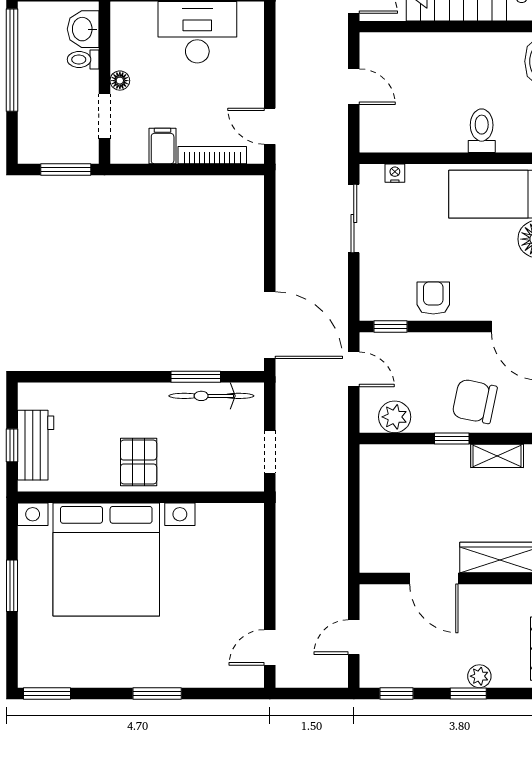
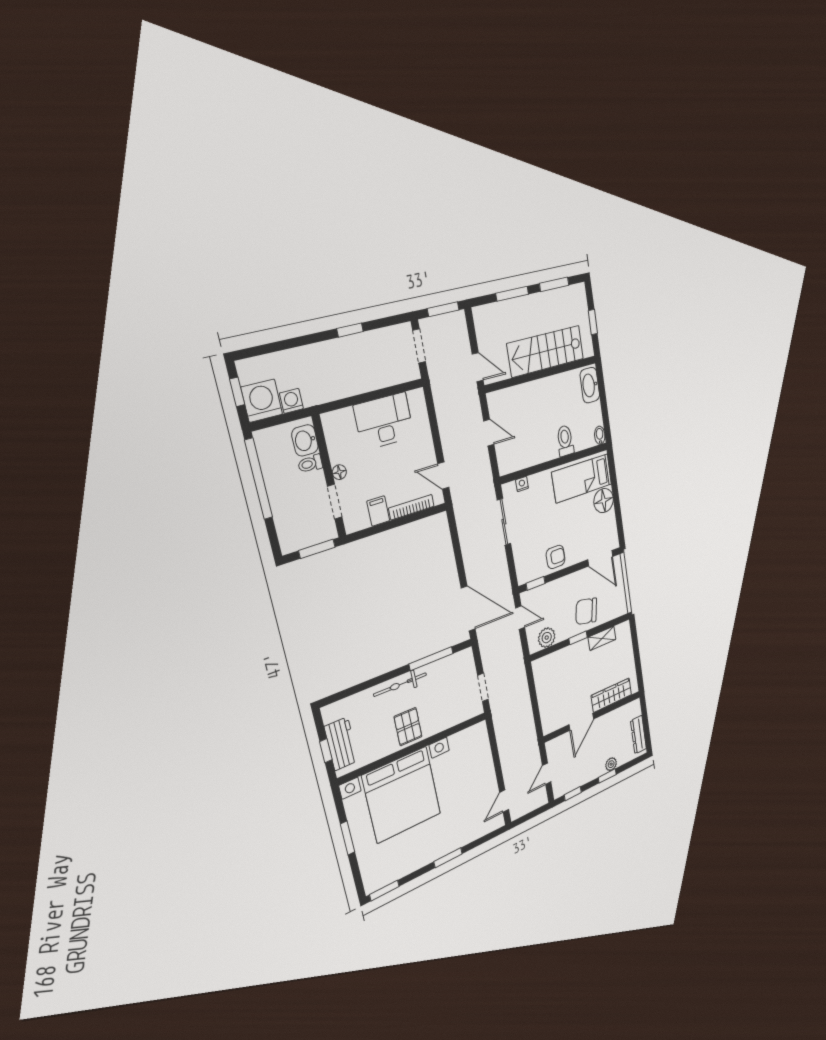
armchair: (433, 298) -> (556, 557), turned 90
window: (196, 377) -> (431, 659), width x1.44
bicycle: (211, 396) -> (400, 685), moved
door: (434, 579) -> (581, 722), hinge flipped

